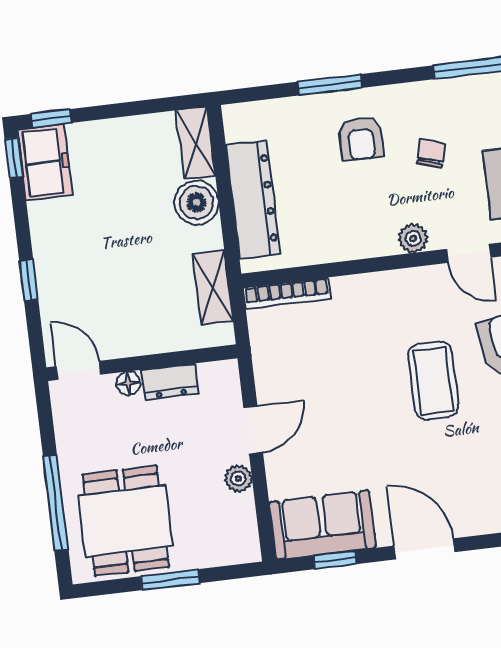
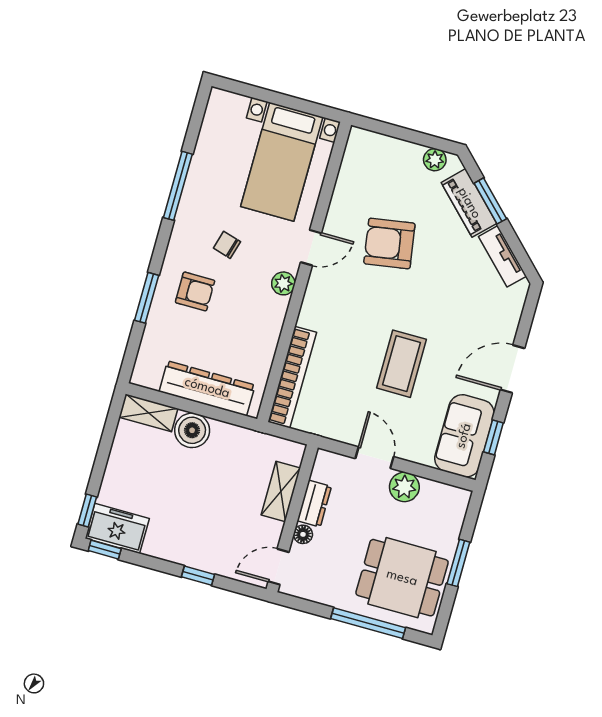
shelving: (213, 287) -> (281, 491), moved, turned 90
bookcase: (287, 293) -> (292, 377), width x1.48, depth x1.31
coffee table: (433, 381) -> (401, 364), moved, turned 90
plant: (238, 479) -> (404, 487), width x1.38, depth x1.38

